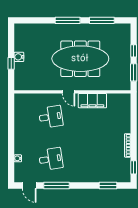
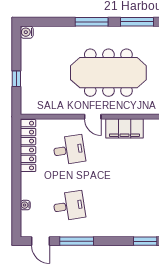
water cooler: (19, 57) -> (27, 32), moved
locker: (20, 114) -> (28, 146), added

